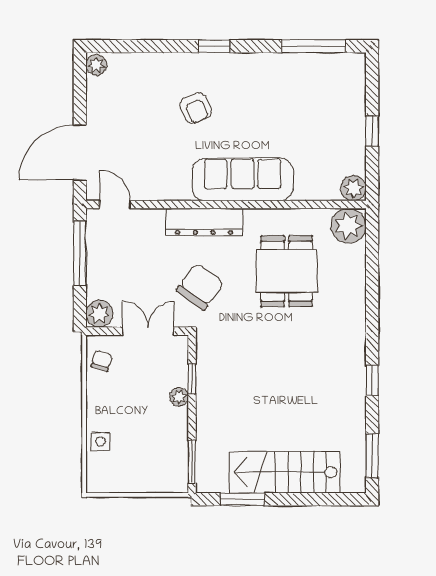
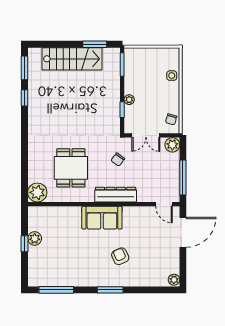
window: (214, 46) -> (110, 290), width x1.50
sofa: (243, 179) -> (102, 218), width x0.73
plant: (353, 188) -> (35, 238), moved
chair: (200, 287) -> (118, 160), width x0.54, depth x0.54
window: (372, 381) -> (24, 98), moved

